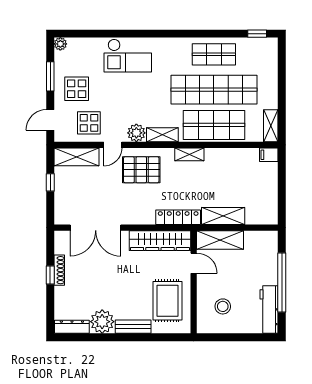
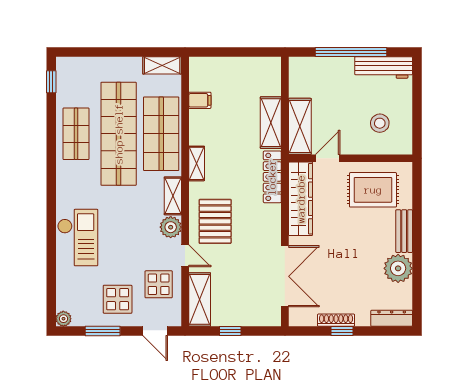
filing cabinet: (269, 155) -> (200, 100), moved, turned -90
dresser: (72, 327) -> (392, 318), moved, turned 90

